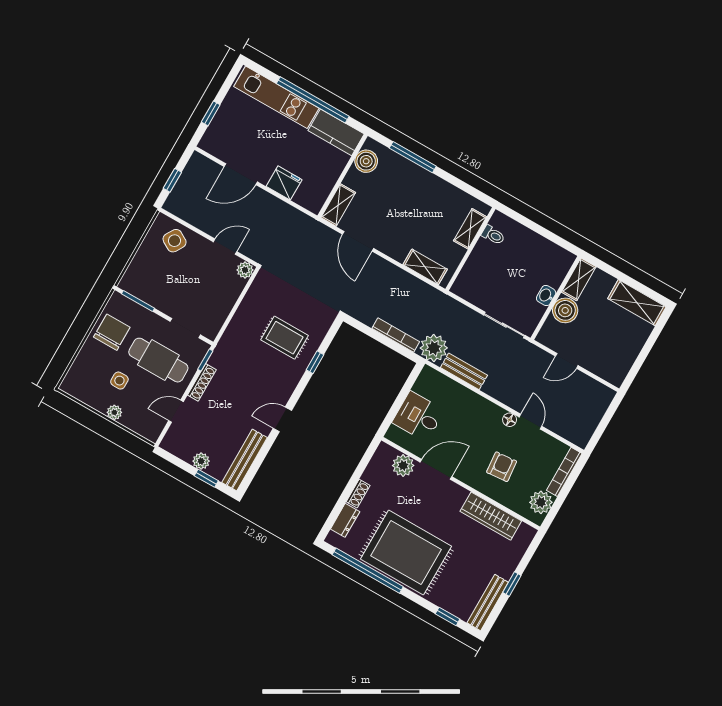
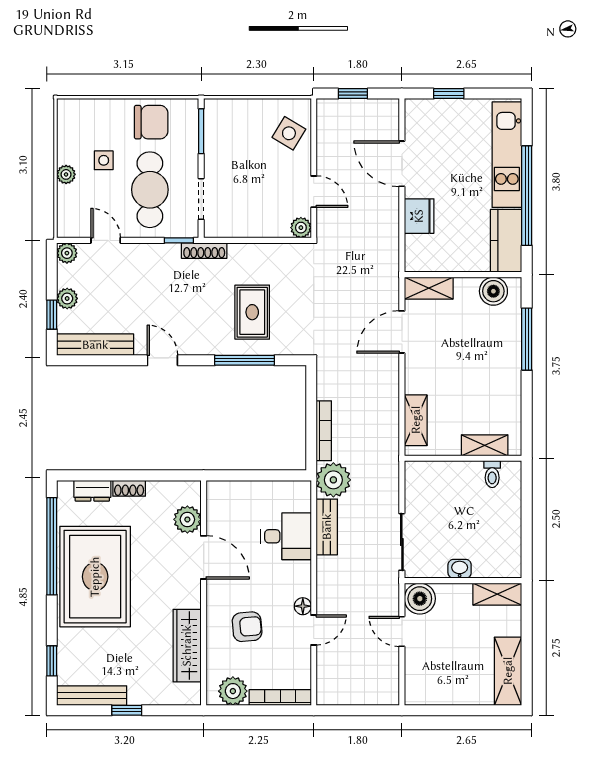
boiler: (565, 310) -> (420, 599), moved
window: (315, 362) -> (244, 360), width x2.17
shoe rack: (202, 382) -> (204, 251), moved
desk: (418, 416) -> (286, 536), moved, turned 90
plant: (169, 443) -> (67, 253), added

